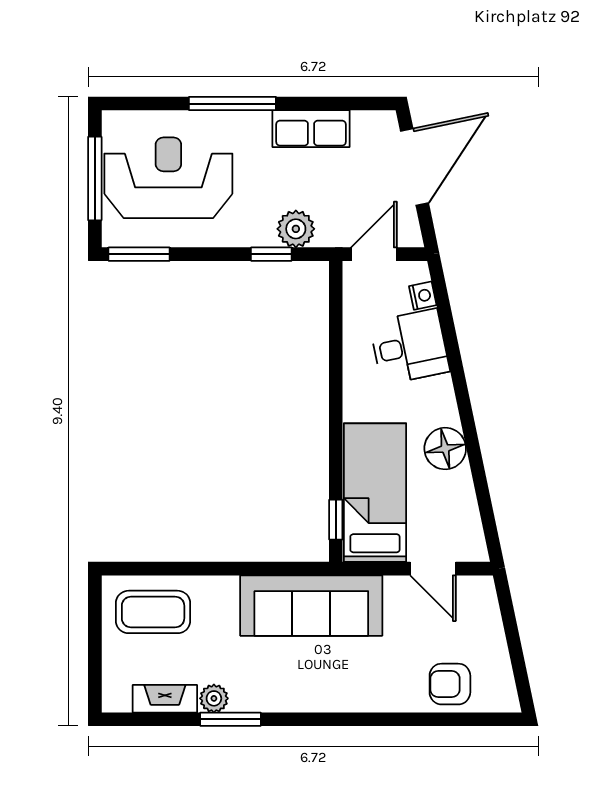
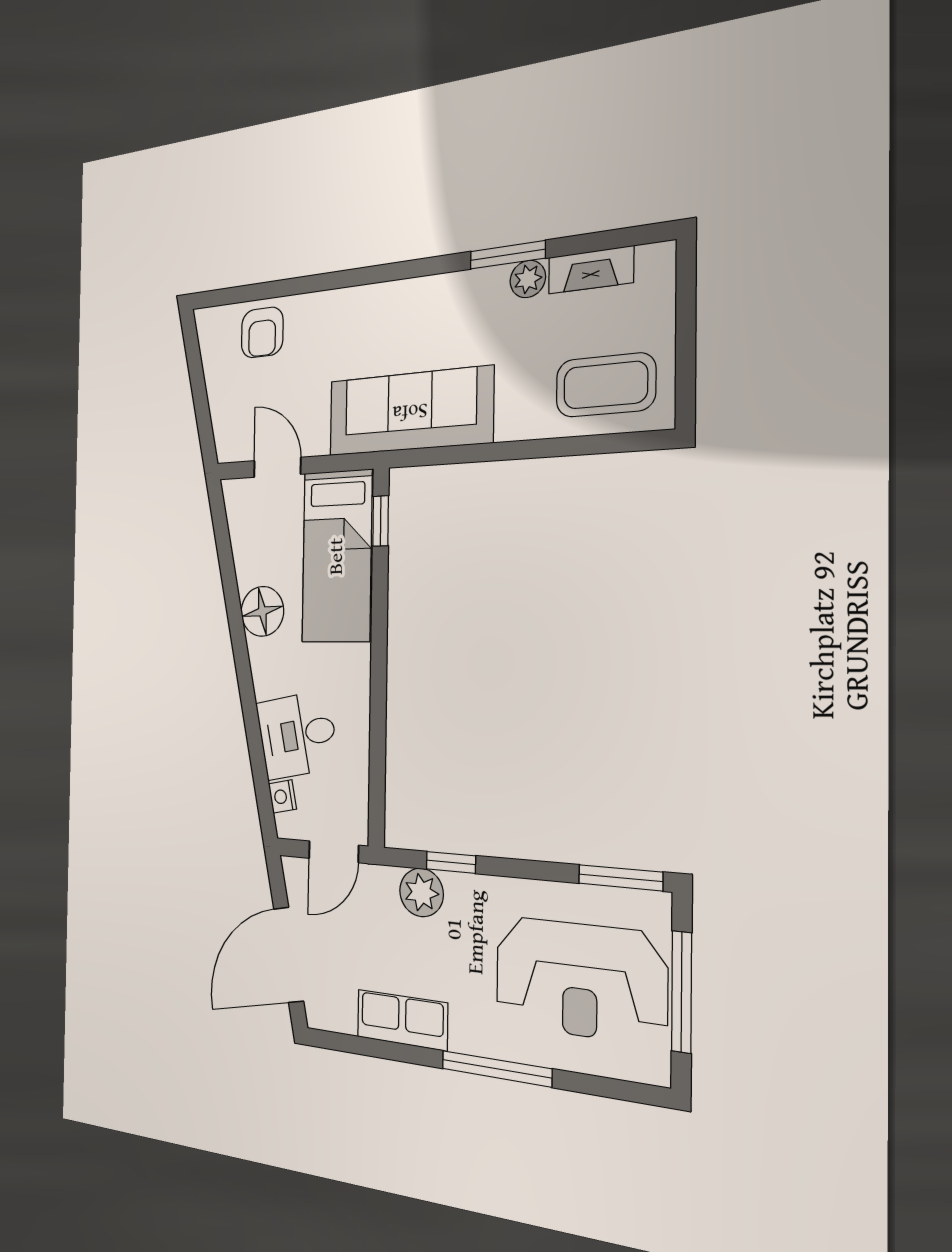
armchair: (450, 684) -> (262, 332), turned 90

